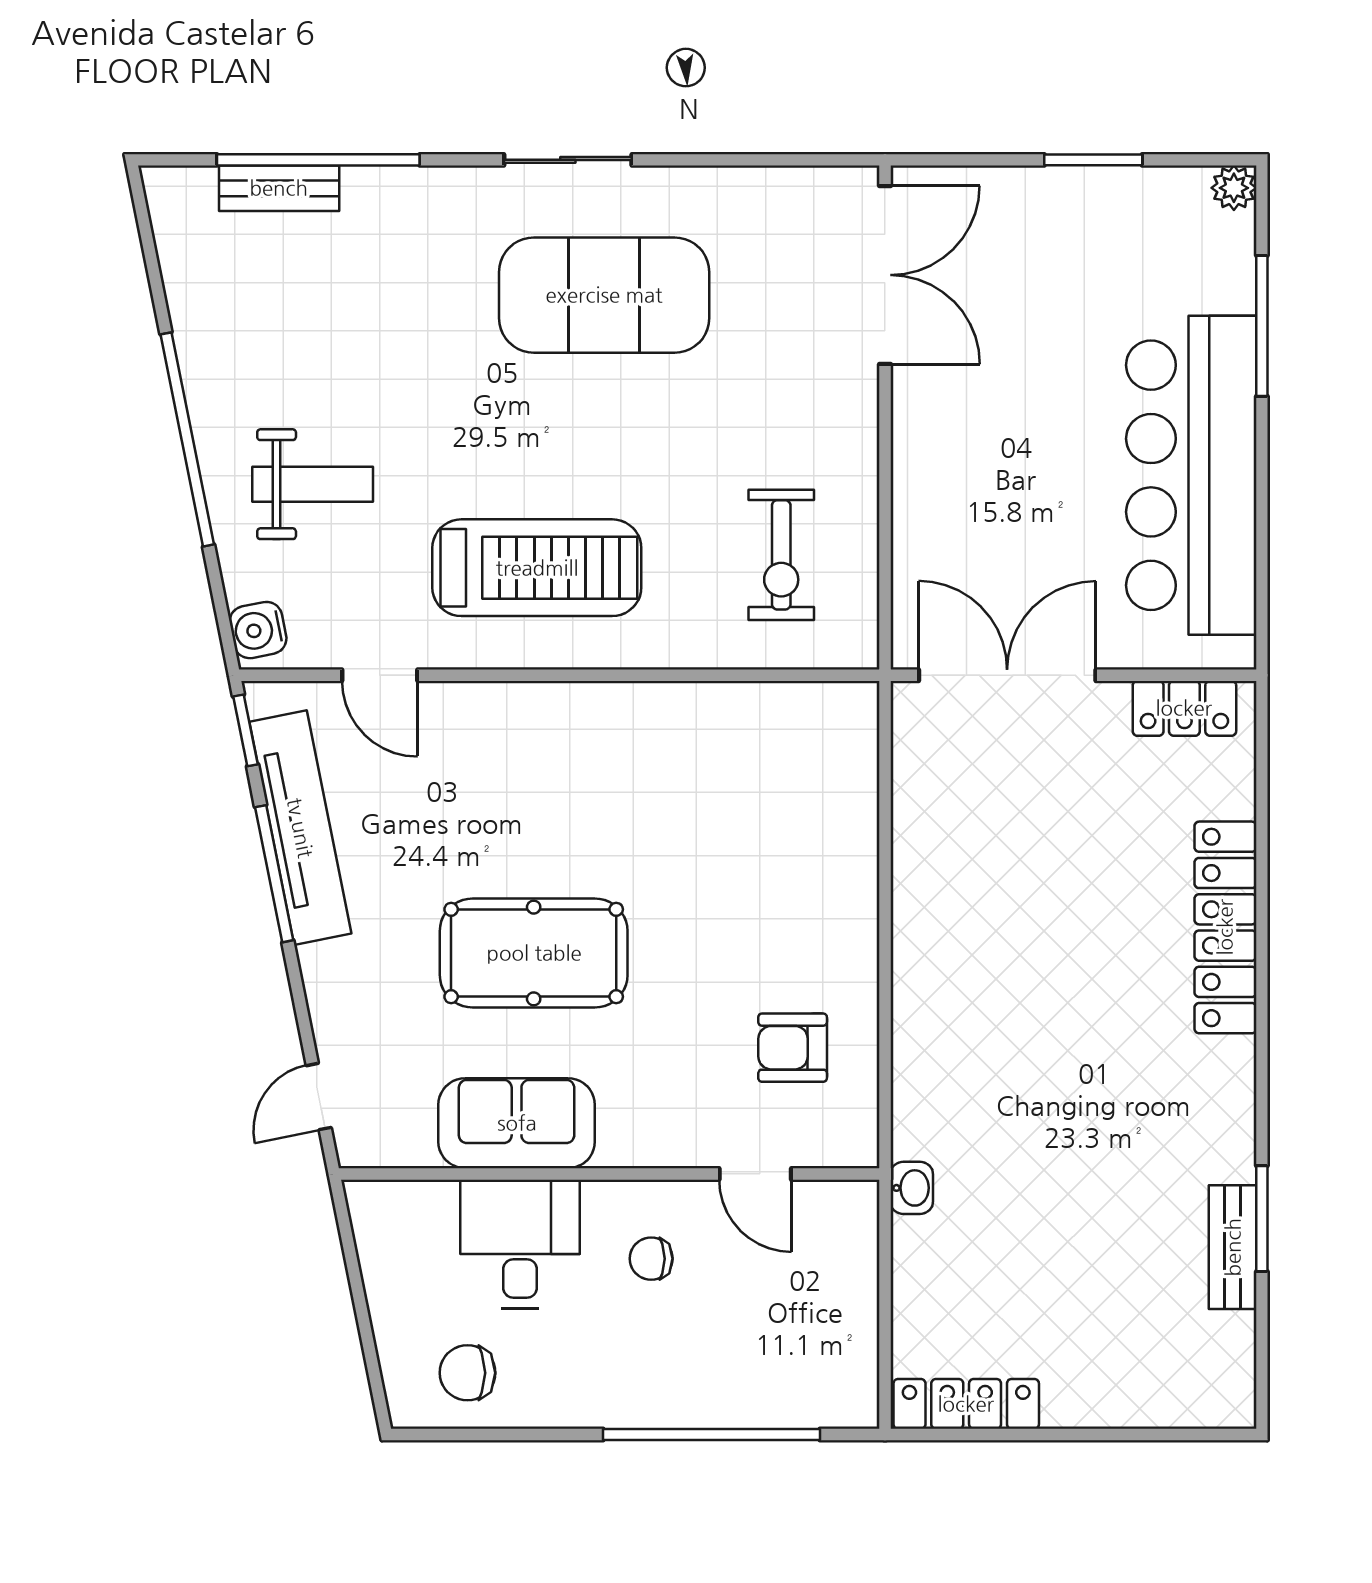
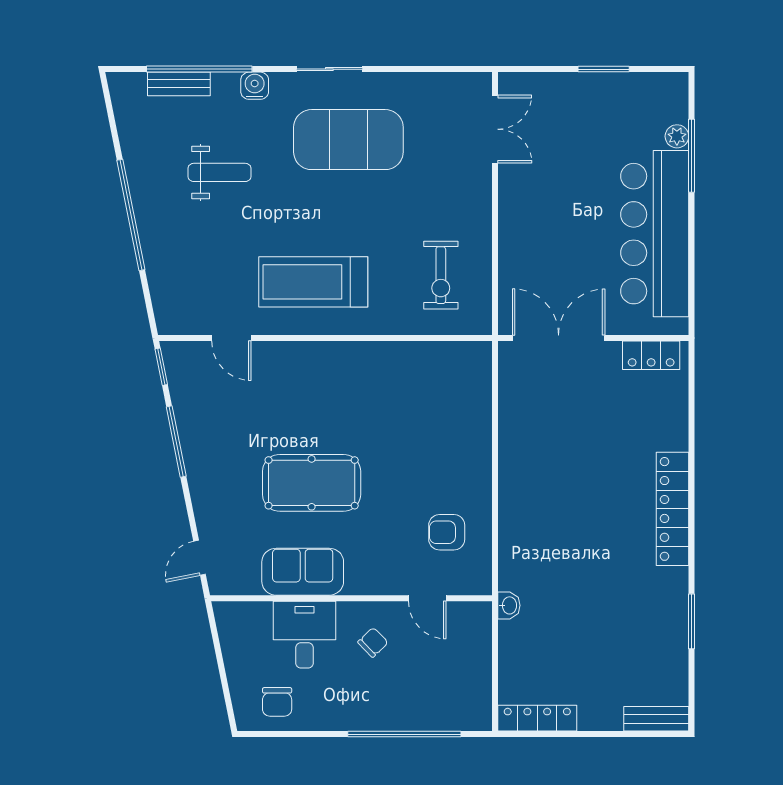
plant: (1234, 188) -> (677, 136), moved
double door: (885, 275) -> (495, 129), width x0.73
weight bench: (313, 484) -> (220, 172), moved
treadmill: (537, 568) -> (313, 282), turned 180
water cooler: (258, 630) -> (255, 86), moved, turned 101
tv unit: (300, 828) -> (190, 417), removed
locker: (1225, 927) -> (673, 509), moved
bench: (1233, 1247) -> (656, 719), moved, turned 90
chair: (651, 1259) -> (373, 642), turned 136
chair: (468, 1373) -> (277, 702), turned -90

